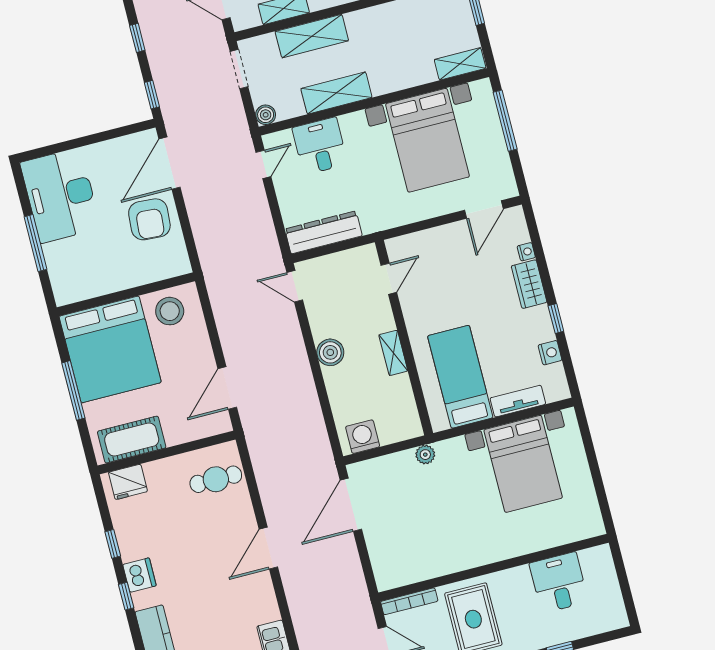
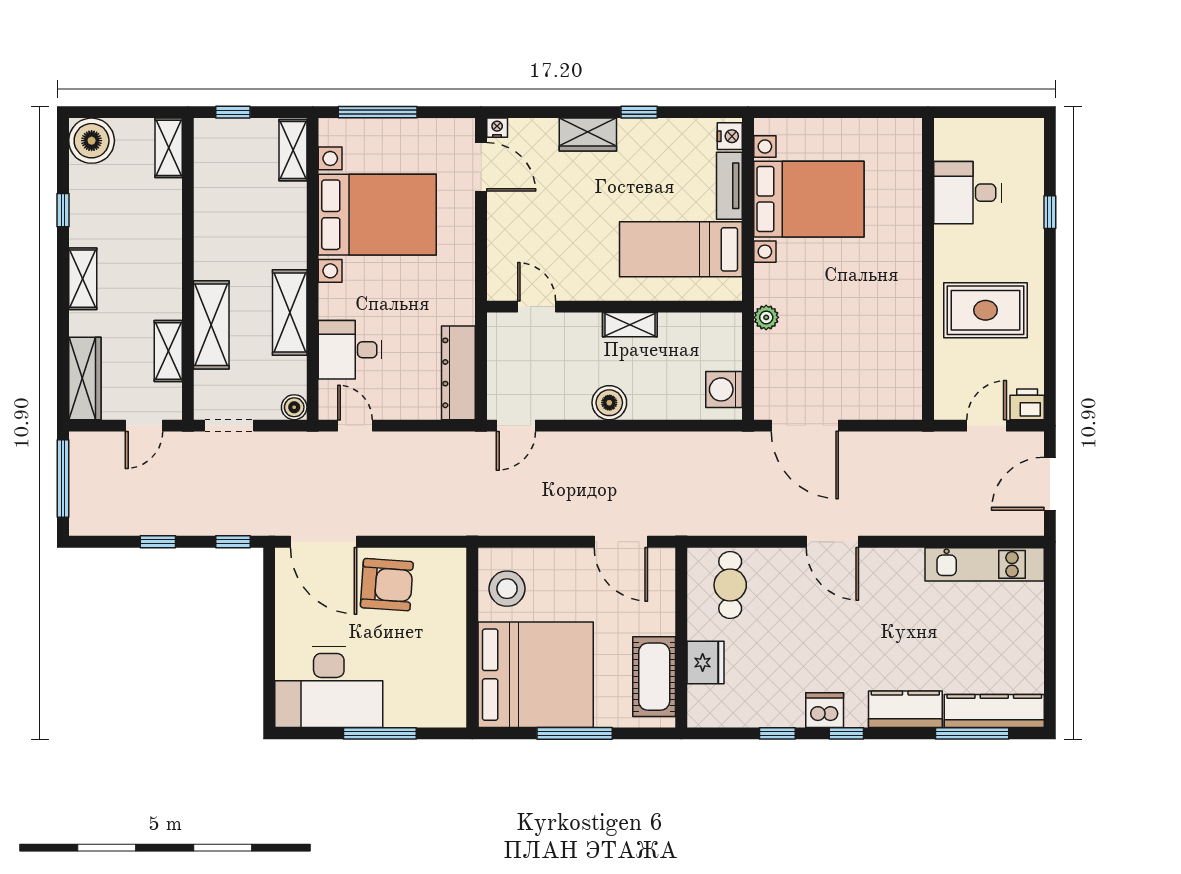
nightstand: (526, 252) -> (497, 128), moved
nightstand: (550, 353) -> (730, 136), moved, turned 90
fridge: (128, 482) -> (705, 663), moved
bookcase: (409, 601) -> (943, 384), removed

